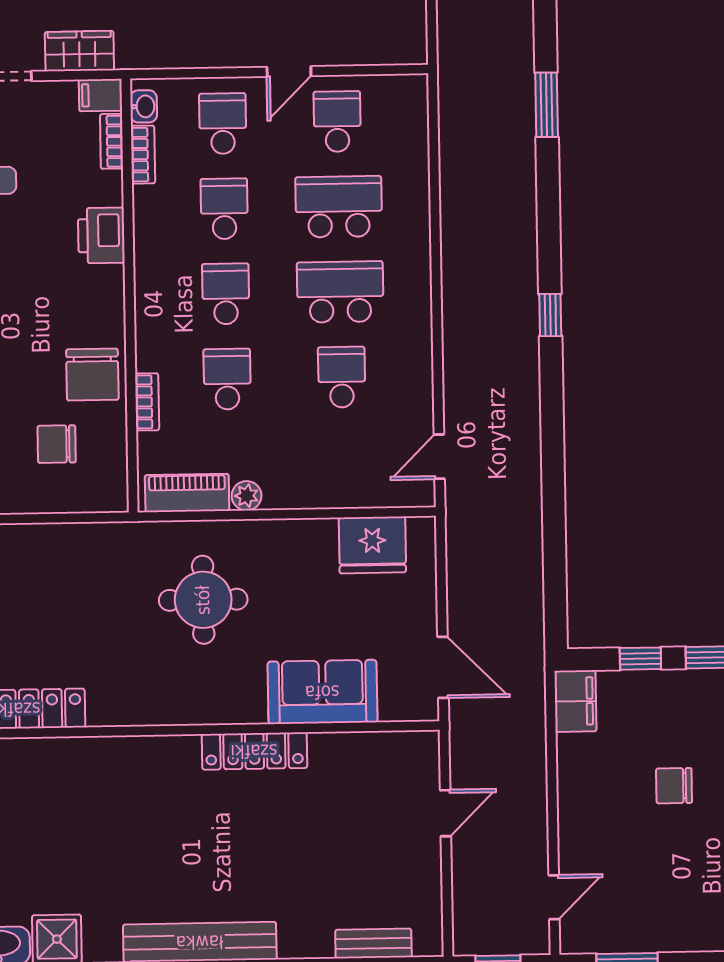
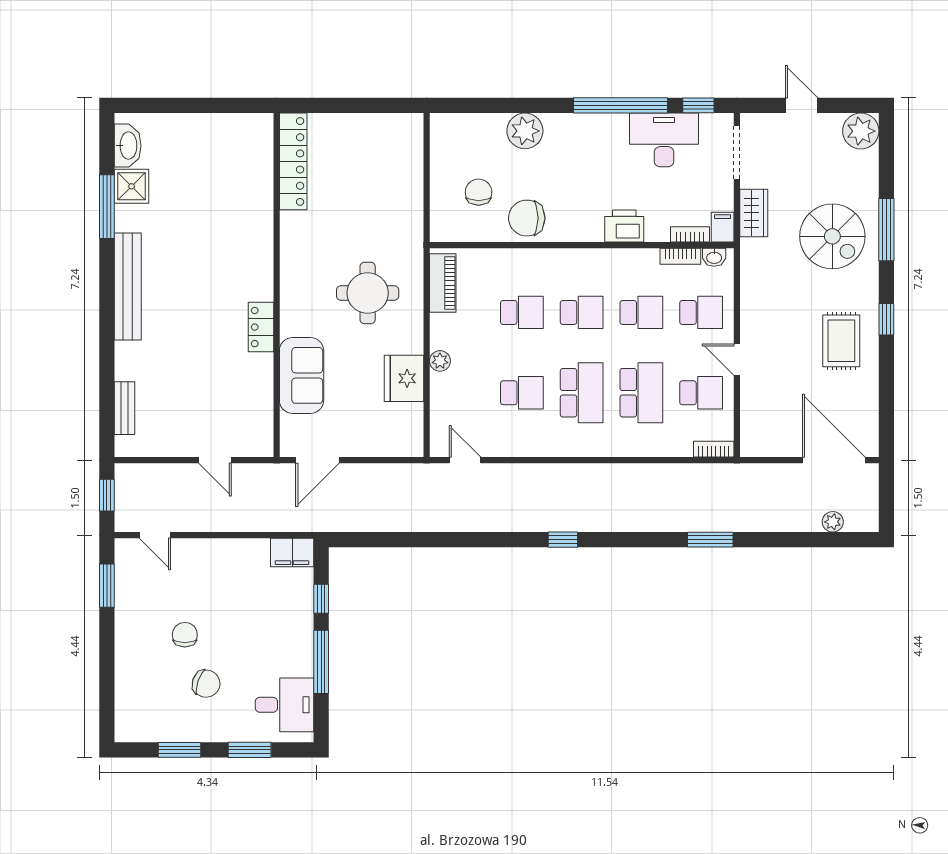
bookcase: (147, 402) -> (714, 449), moved, turned 180
plant: (247, 496) -> (440, 361), moved
fridge: (372, 545) -> (404, 378), moved
locker: (254, 751) -> (261, 327), width x0.66
chair: (674, 786) -> (185, 635), moved

